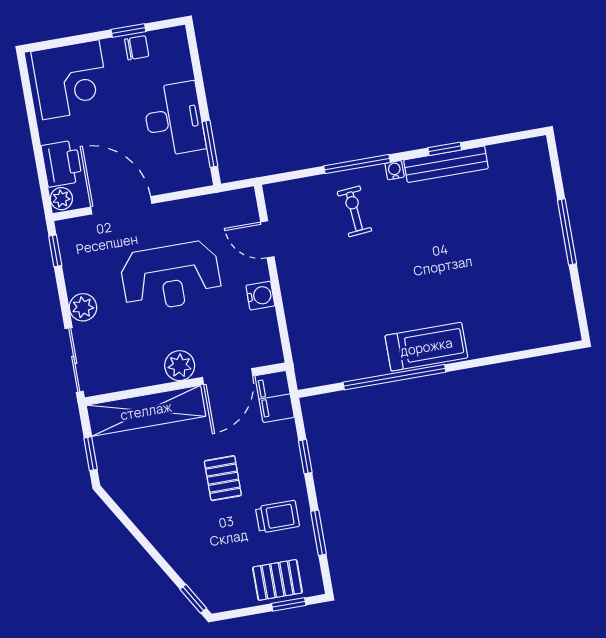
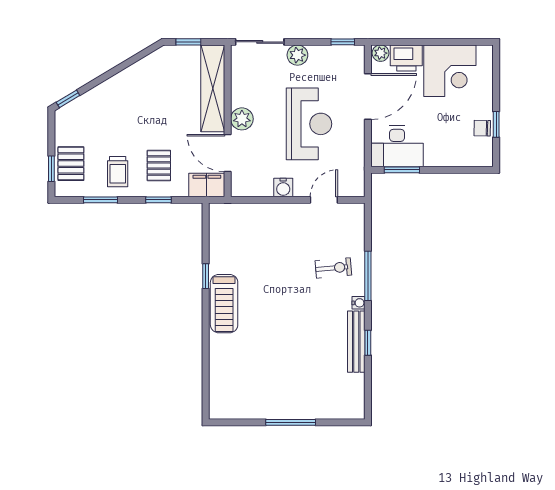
chair: (137, 48) -> (482, 128), turned 91
corner desk: (71, 80) -> (450, 71), moved, turned -90
desk: (174, 119) -> (397, 146), moved
reception desk: (171, 276) -> (309, 124), turned 180
window: (394, 377) -> (206, 276), width x0.32
pallet: (223, 478) -> (159, 166), moved, turned 90

